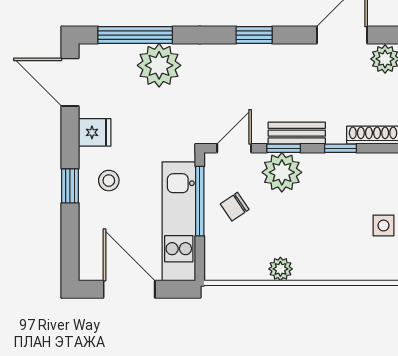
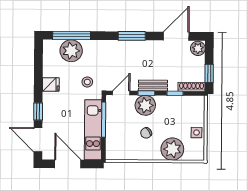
window: (254, 35) -> (132, 36), width x1.50
plant: (159, 65) -> (71, 51), moved
door: (70, 82) -> (38, 140), moved
stool: (109, 181) -> (87, 82), moved
chair: (235, 207) -> (146, 133), moved
plant: (280, 269) -> (172, 149), moved, width x1.88, depth x1.88

